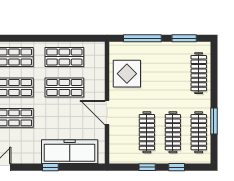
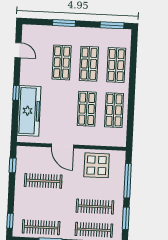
door: (107, 113) -> (62, 146), swing flipped
clothes rail: (173, 132) -> (95, 207), moved
window: (147, 167) -> (13, 165), moved
window: (177, 167) -> (10, 221), moved

